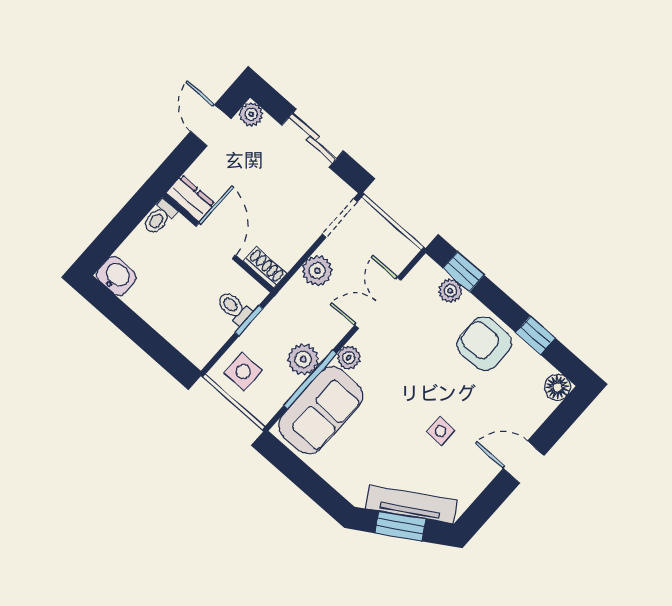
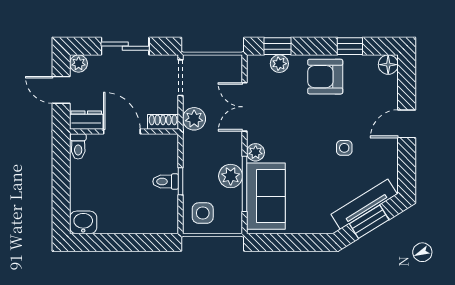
dresser: (190, 198) -> (86, 120), moved
toilet: (159, 217) -> (78, 146), moved
door: (216, 241) -> (122, 131), moved
wall: (218, 243) -> (124, 131), moved
shoe rack: (265, 267) -> (163, 122), moved

